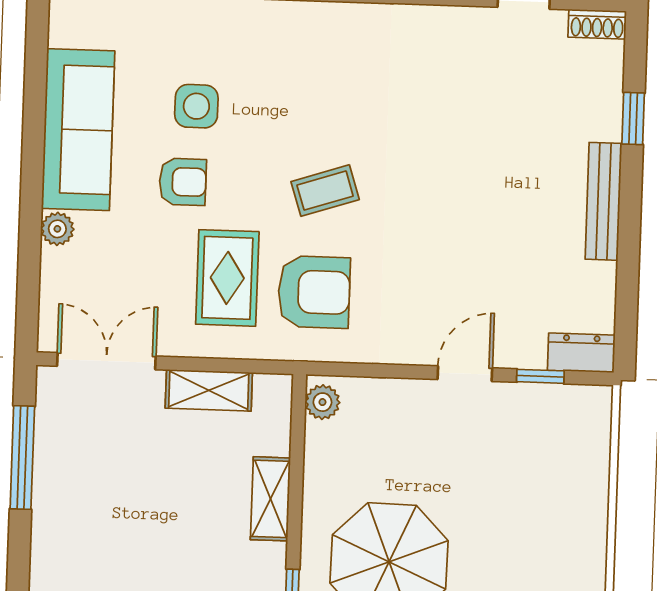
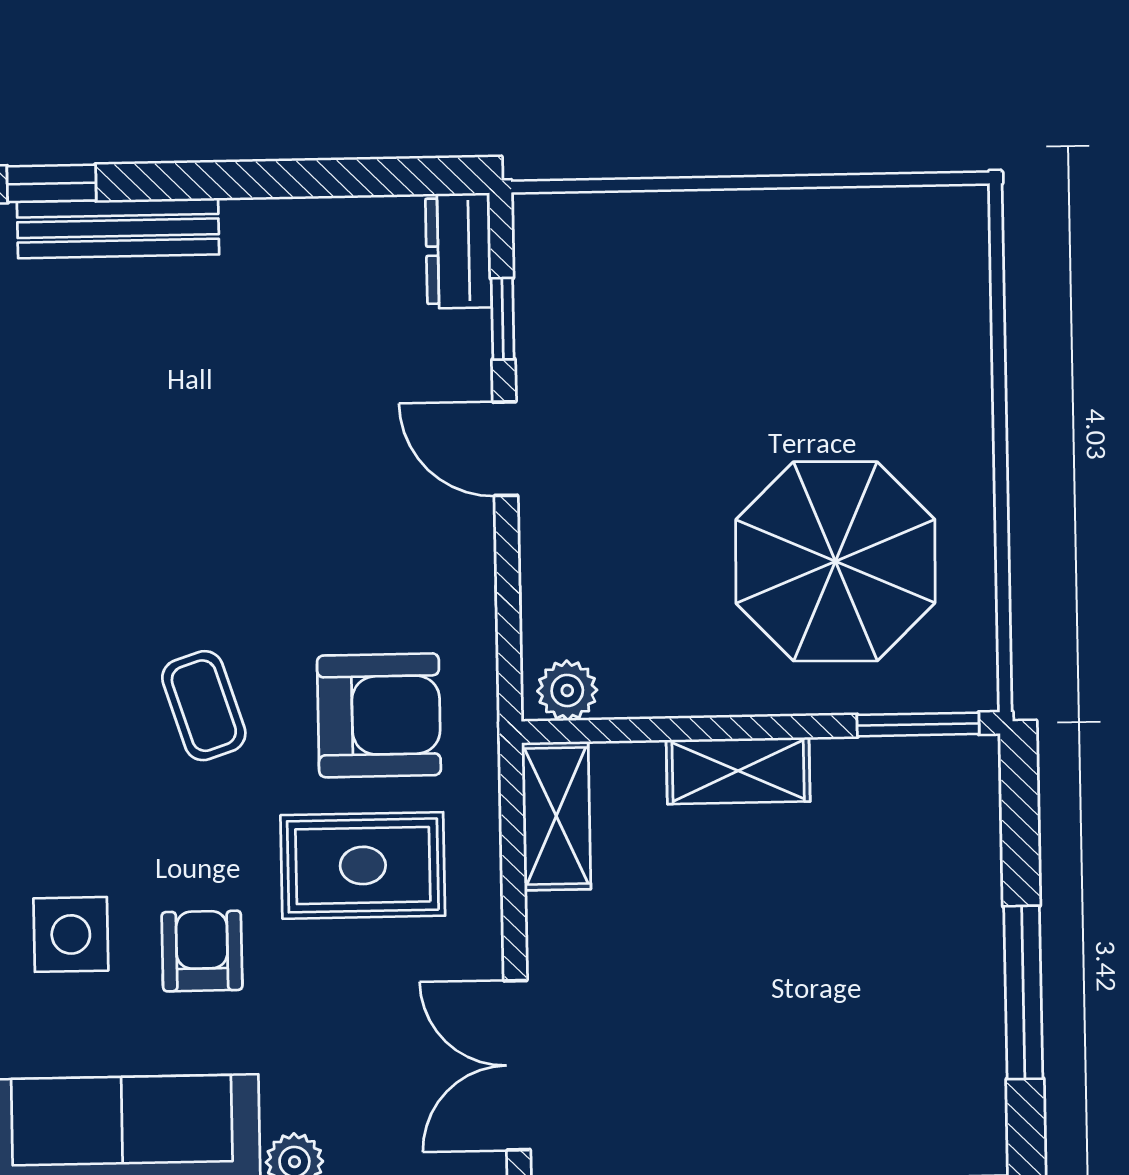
bench: (603, 201) -> (118, 228), moved
armchair: (314, 292) -> (379, 715), turned 90
shelving: (209, 390) -> (556, 816), moved

